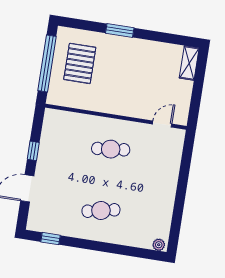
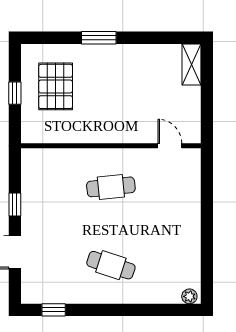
window: (47, 64) -> (15, 93), width x0.32
door: (162, 124) -> (170, 146), hinge flipped
cafe table: (101, 210) -> (111, 265), turned 30

